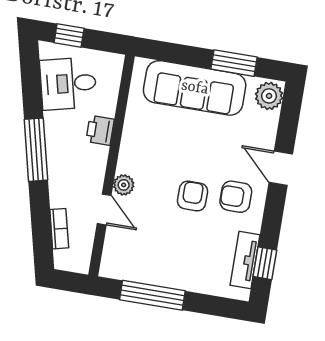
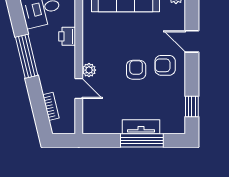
tv unit: (245, 260) -> (141, 127), moved, turned 90
window: (152, 295) -> (142, 140), moved

